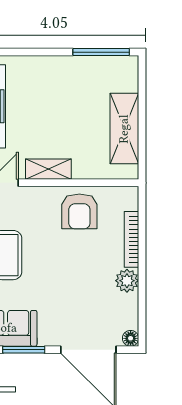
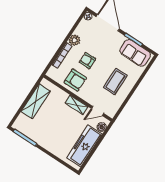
armchair: (79, 211) -> (75, 80), turned 90
armchair: (81, 260) -> (87, 61), added

